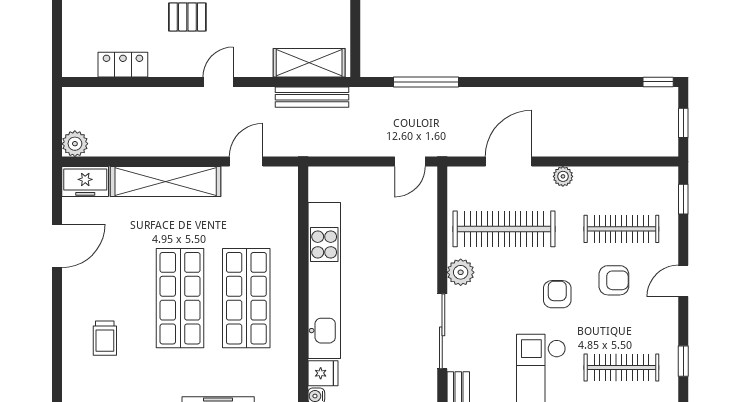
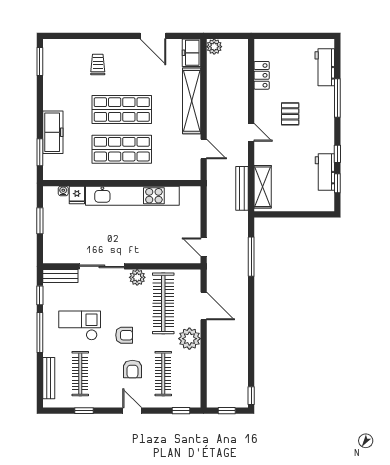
plant: (563, 176) -> (189, 339), width x1.88, depth x1.88
trolley: (105, 338) -> (98, 65), turned 90

